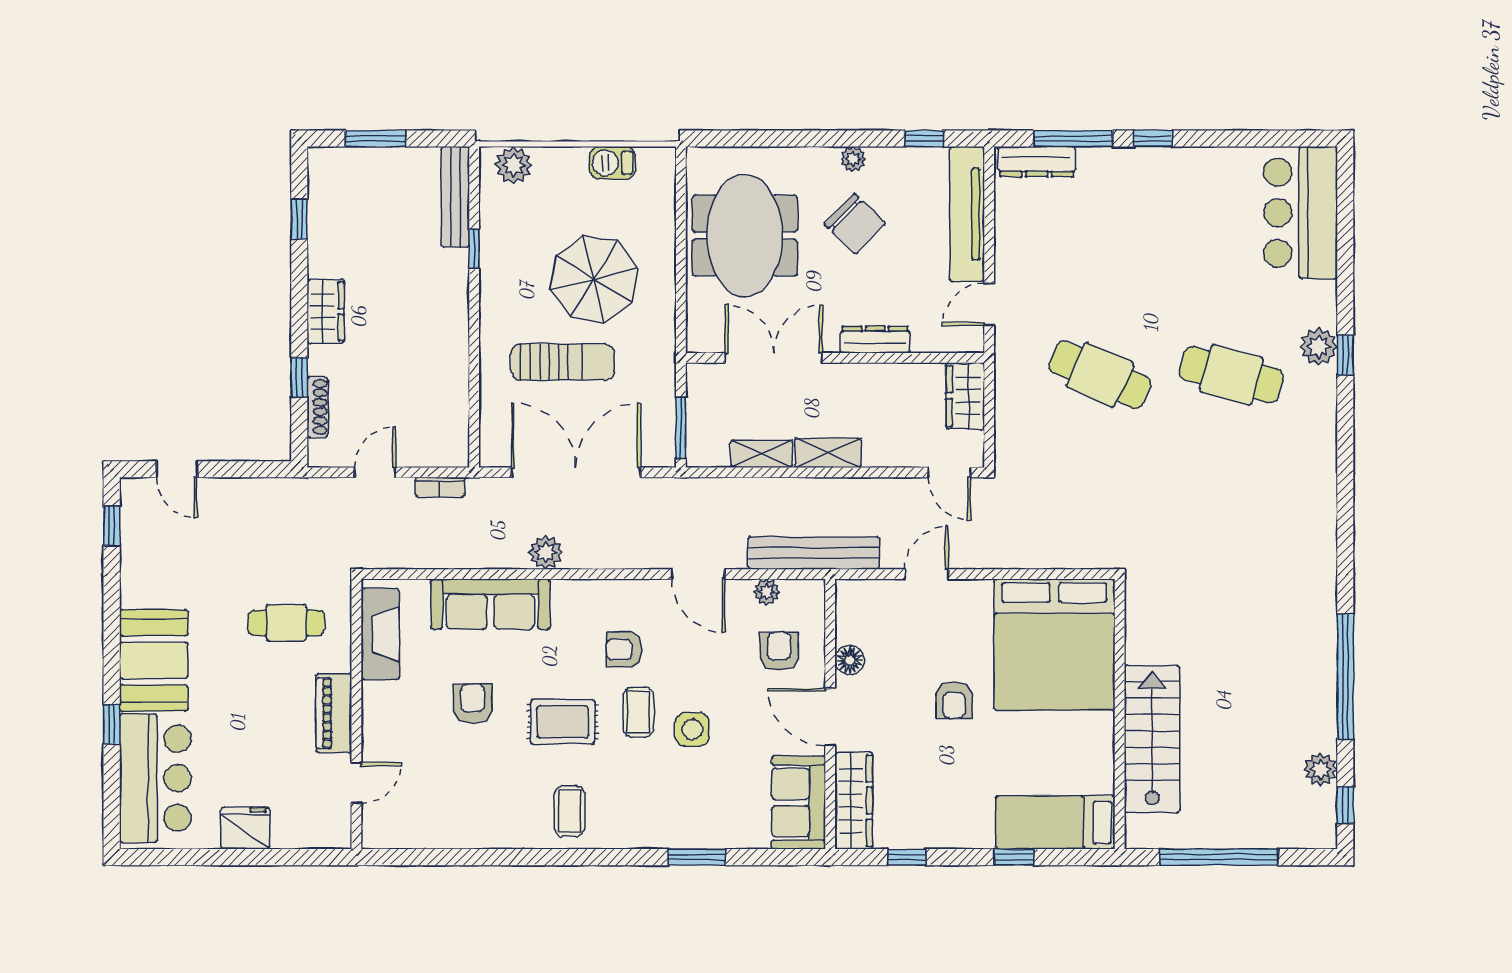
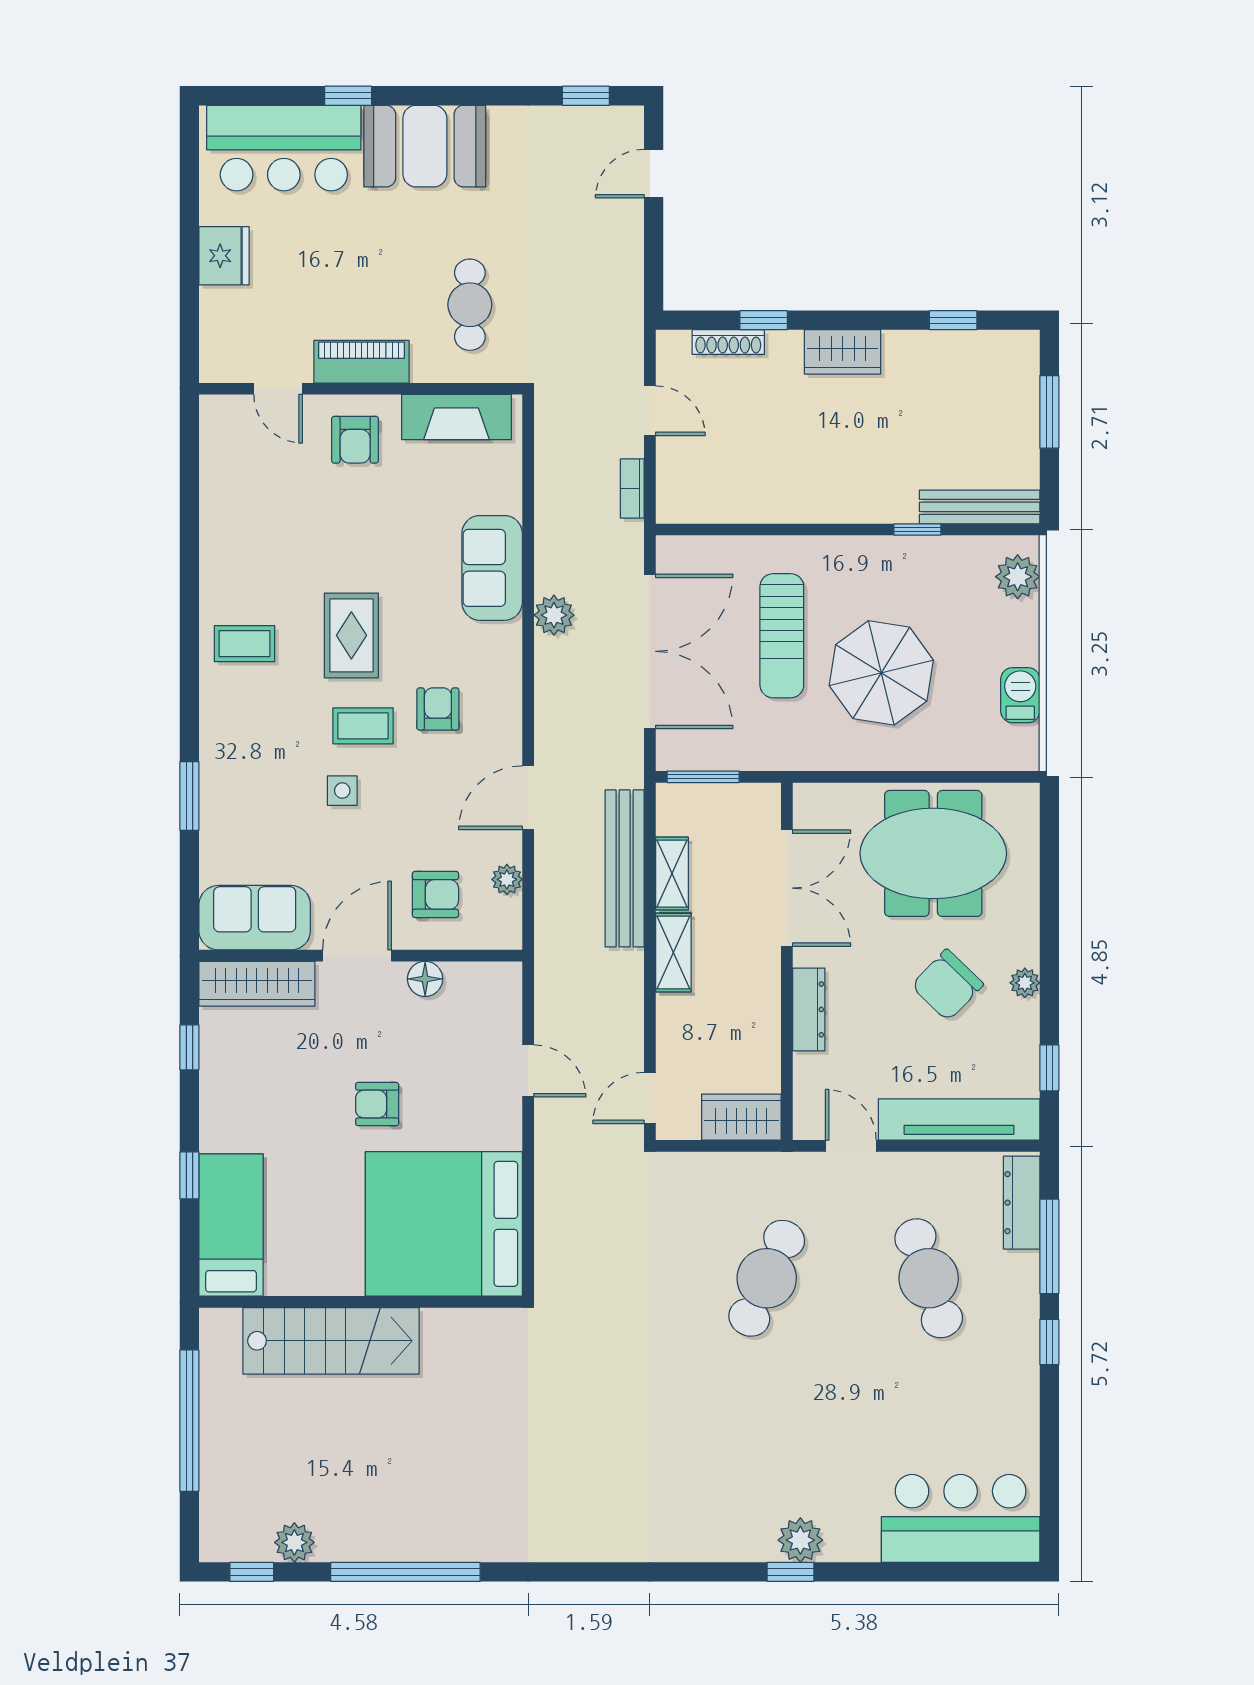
cafe table: (1231, 375) -> (929, 1278), moved, turned -33
bench: (814, 553) -> (625, 868), moved
sofa: (490, 604) -> (492, 568), width x0.73
armchair: (473, 703) -> (355, 440), moved, turned 90
side table: (692, 729) -> (342, 791), width x0.73, depth x0.73

